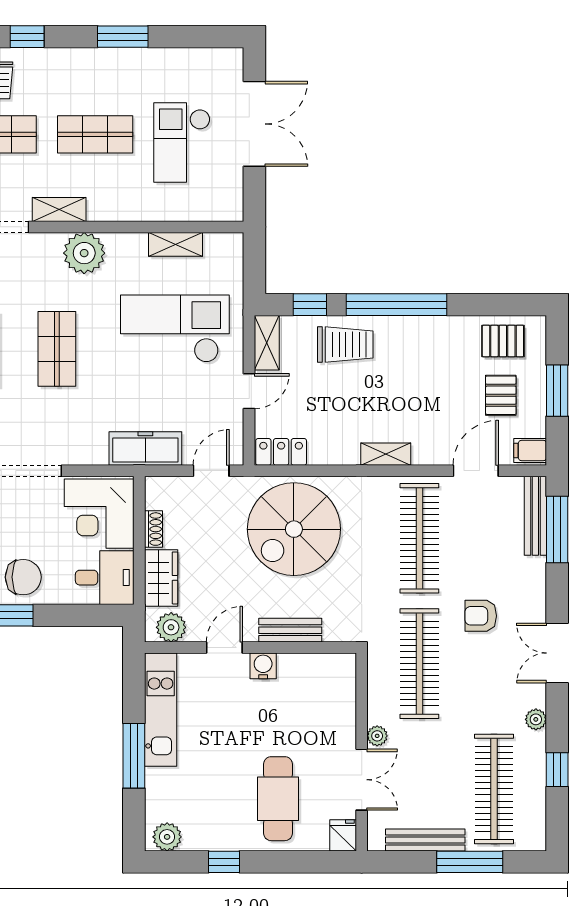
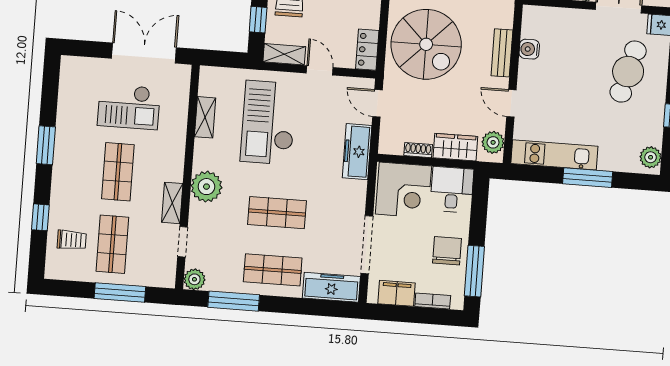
double door: (254, 124) -> (144, 53), moved
water cooler: (263, 666) -> (529, 49), moved
cafe table: (278, 799) -> (628, 72), turned -75

